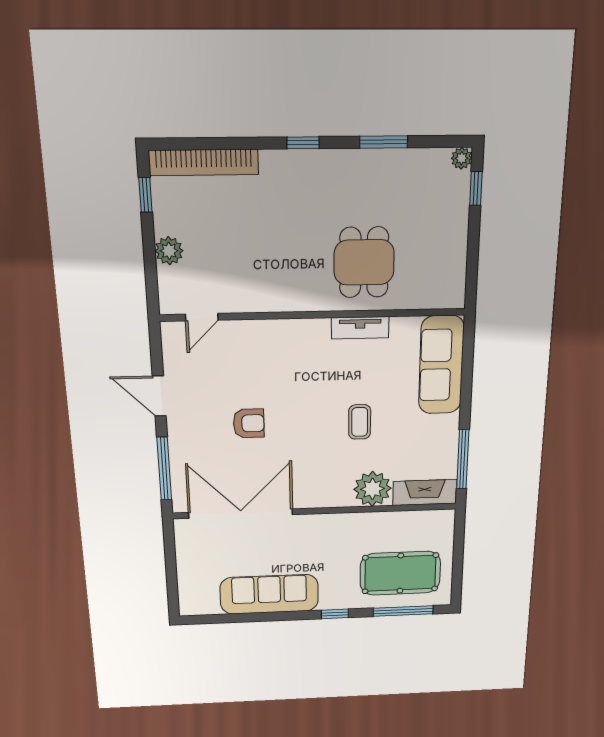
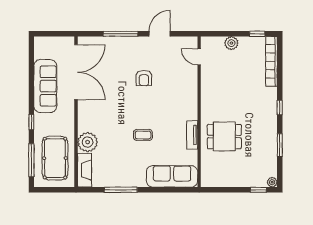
plant: (372, 489) -> (88, 142), moved
fireplace: (425, 492) -> (85, 170), moved
wall: (315, 511) -> (76, 112), moved
double door: (241, 514) -> (76, 72), moved

